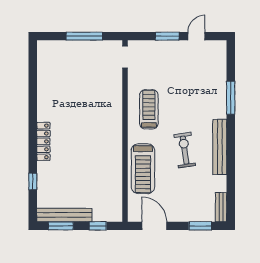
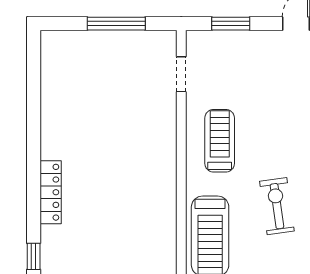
window: (167, 36) -> (231, 24), moved
doorway: (125, 57) -> (181, 74), moved

